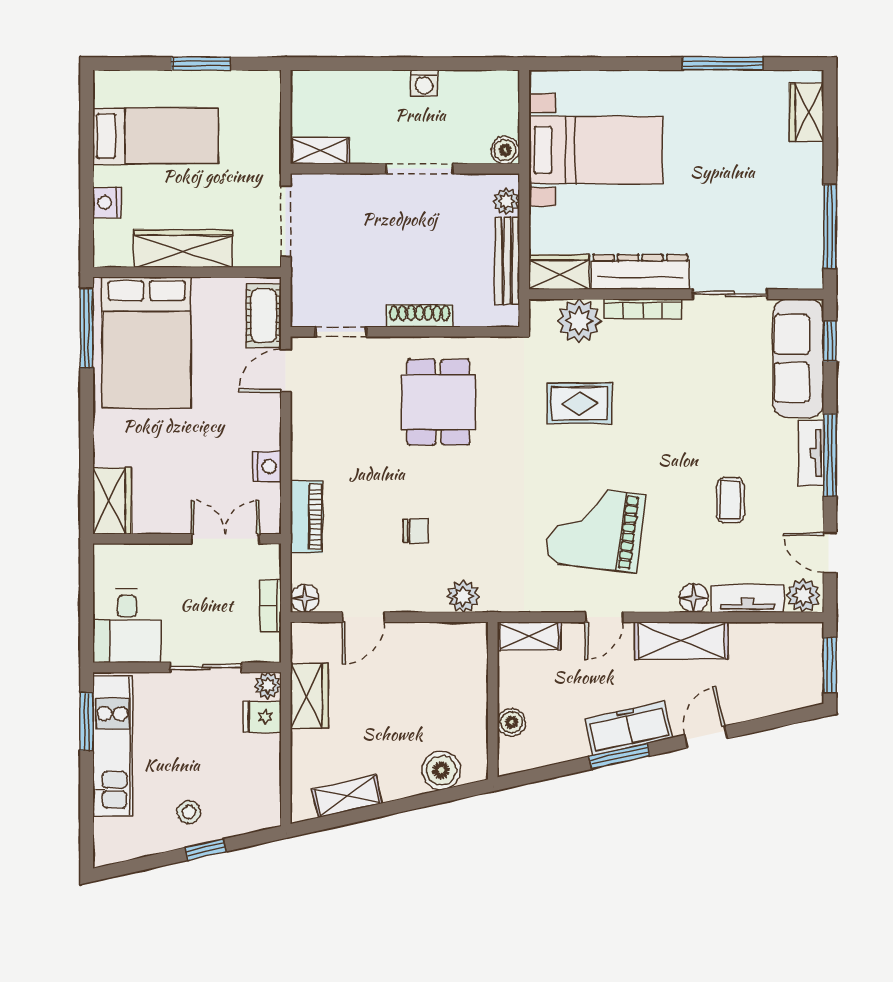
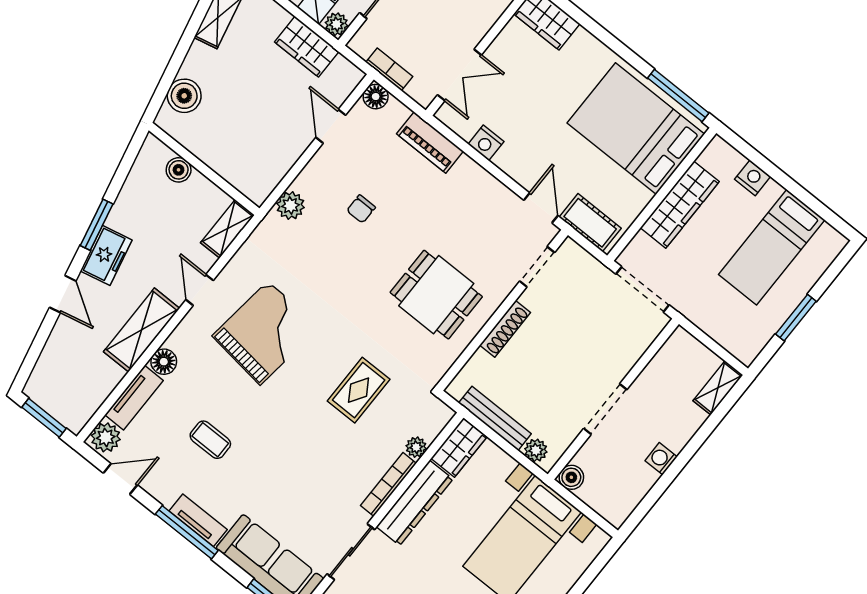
shelving: (320, 151) -> (718, 388), moved
plant: (579, 321) -> (416, 447), width x0.53, depth x0.53
freezer: (629, 728) -> (106, 255), width x0.71

